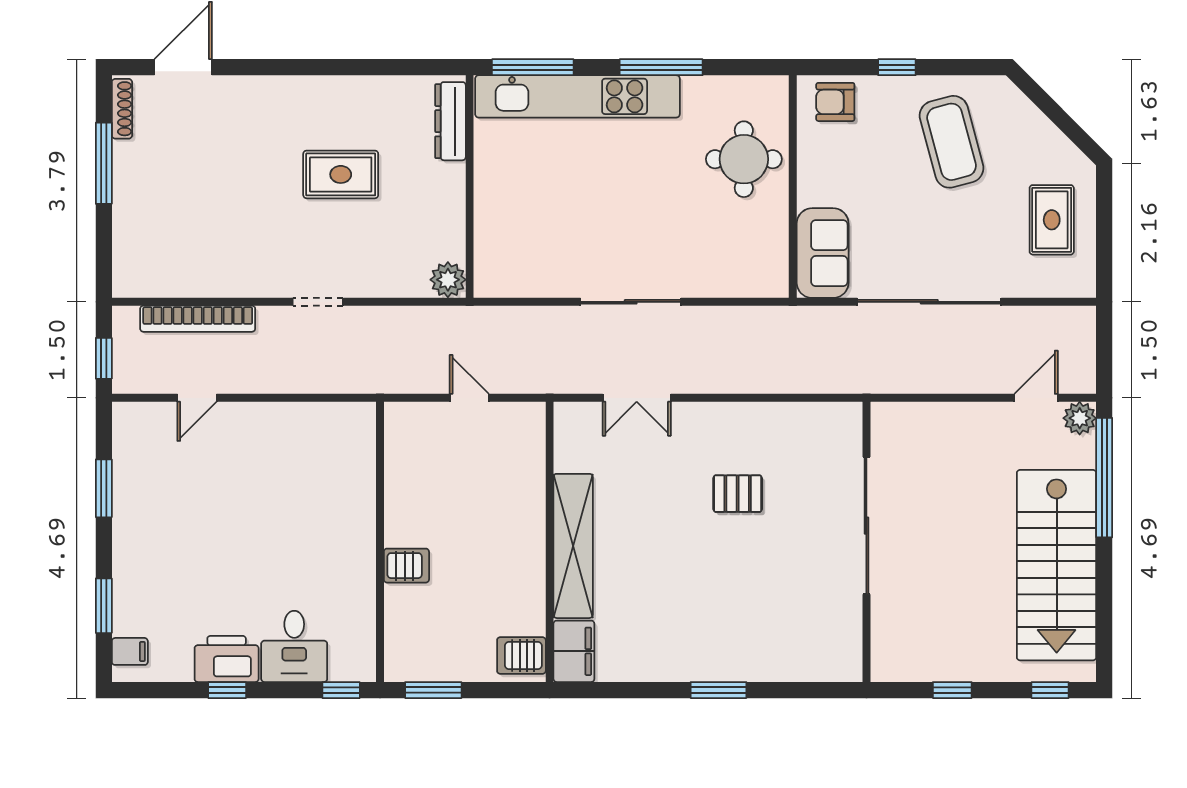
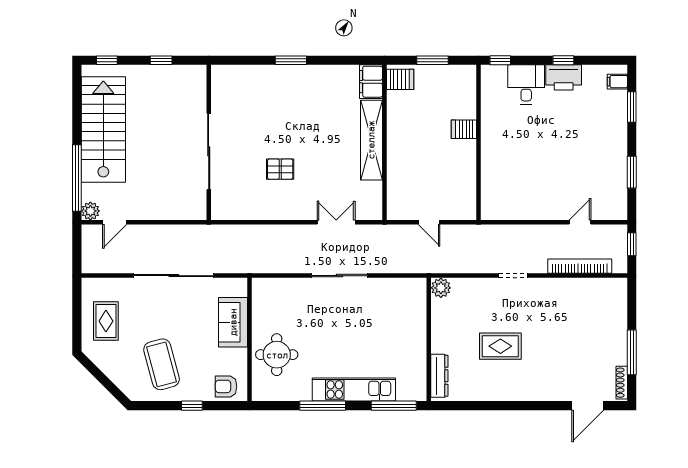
kitchen unit: (577, 96) -> (354, 389), width x0.73
armchair: (835, 102) -> (226, 386), turned 180
sofa: (823, 253) -> (233, 322), moved
window: (433, 690) -> (432, 60), moved

